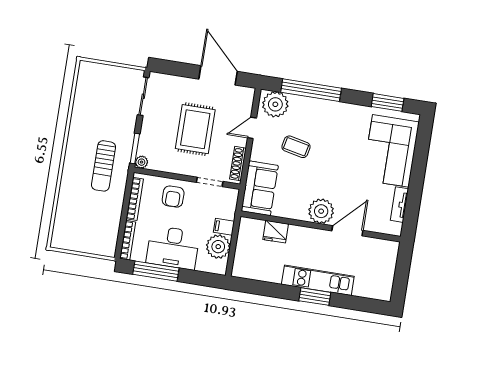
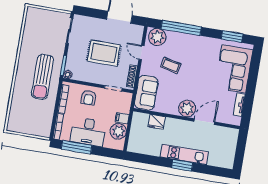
door: (252, 128) -> (142, 52), hinge flipped
rug: (195, 129) -> (104, 53), turned 90
sun lounger: (103, 166) -> (43, 77), width x1.36, depth x1.34

